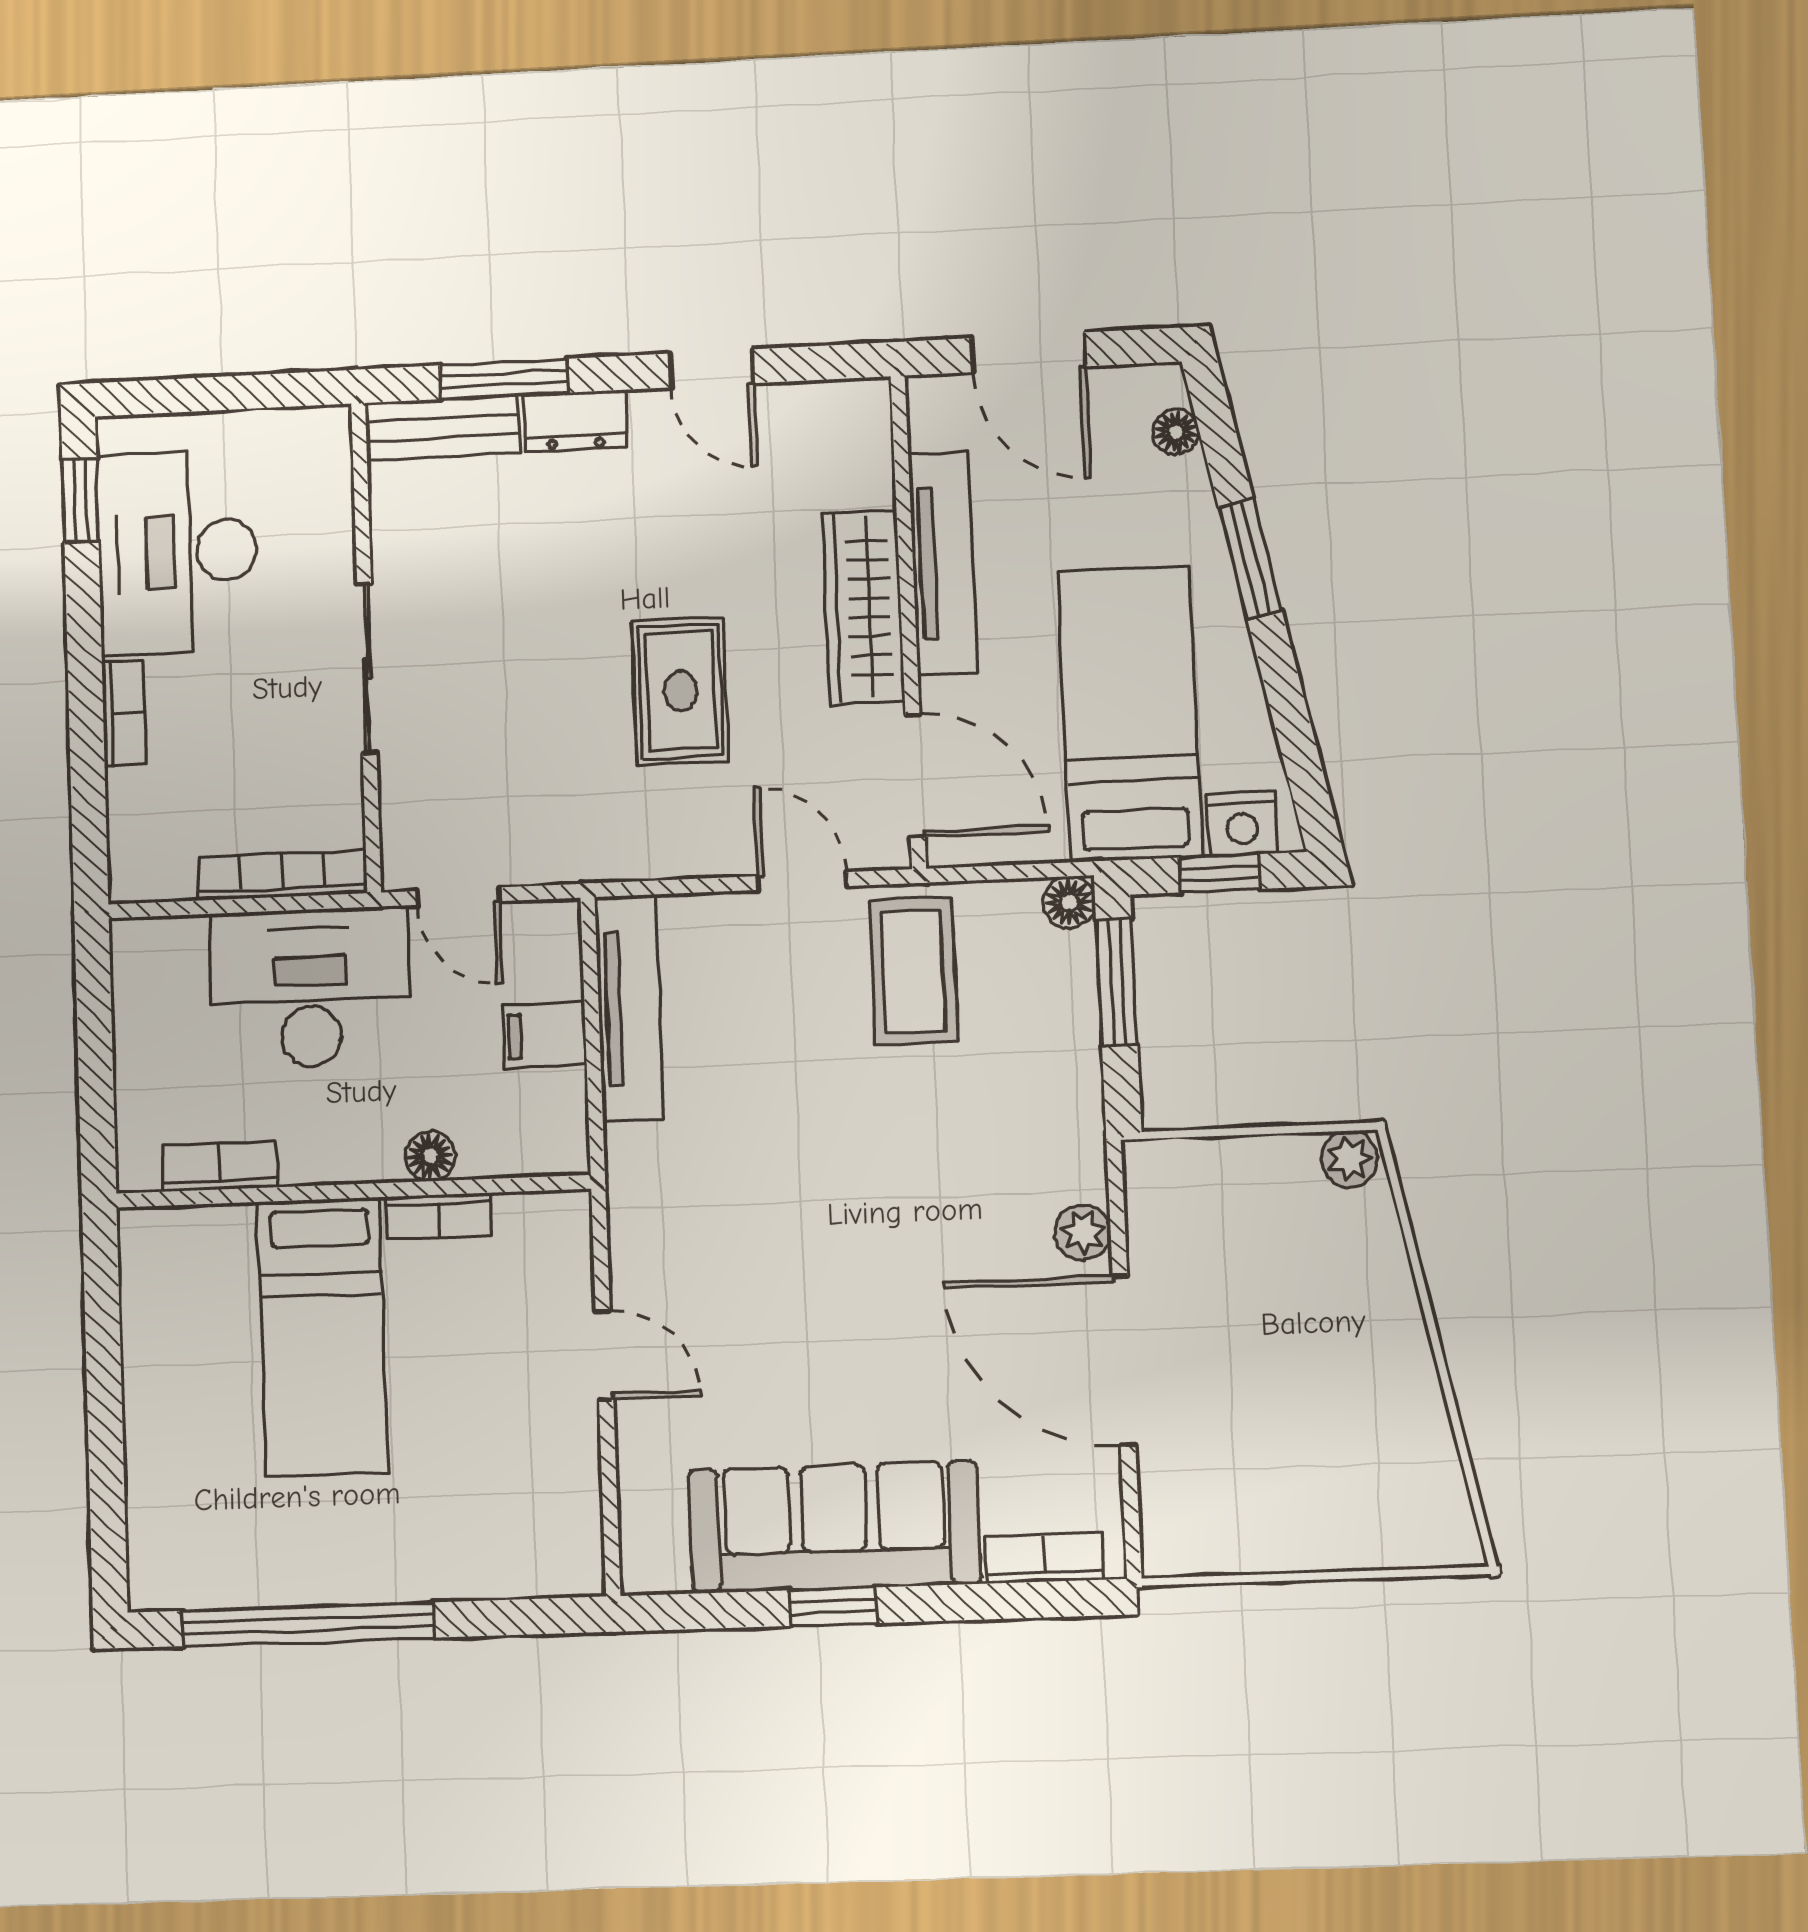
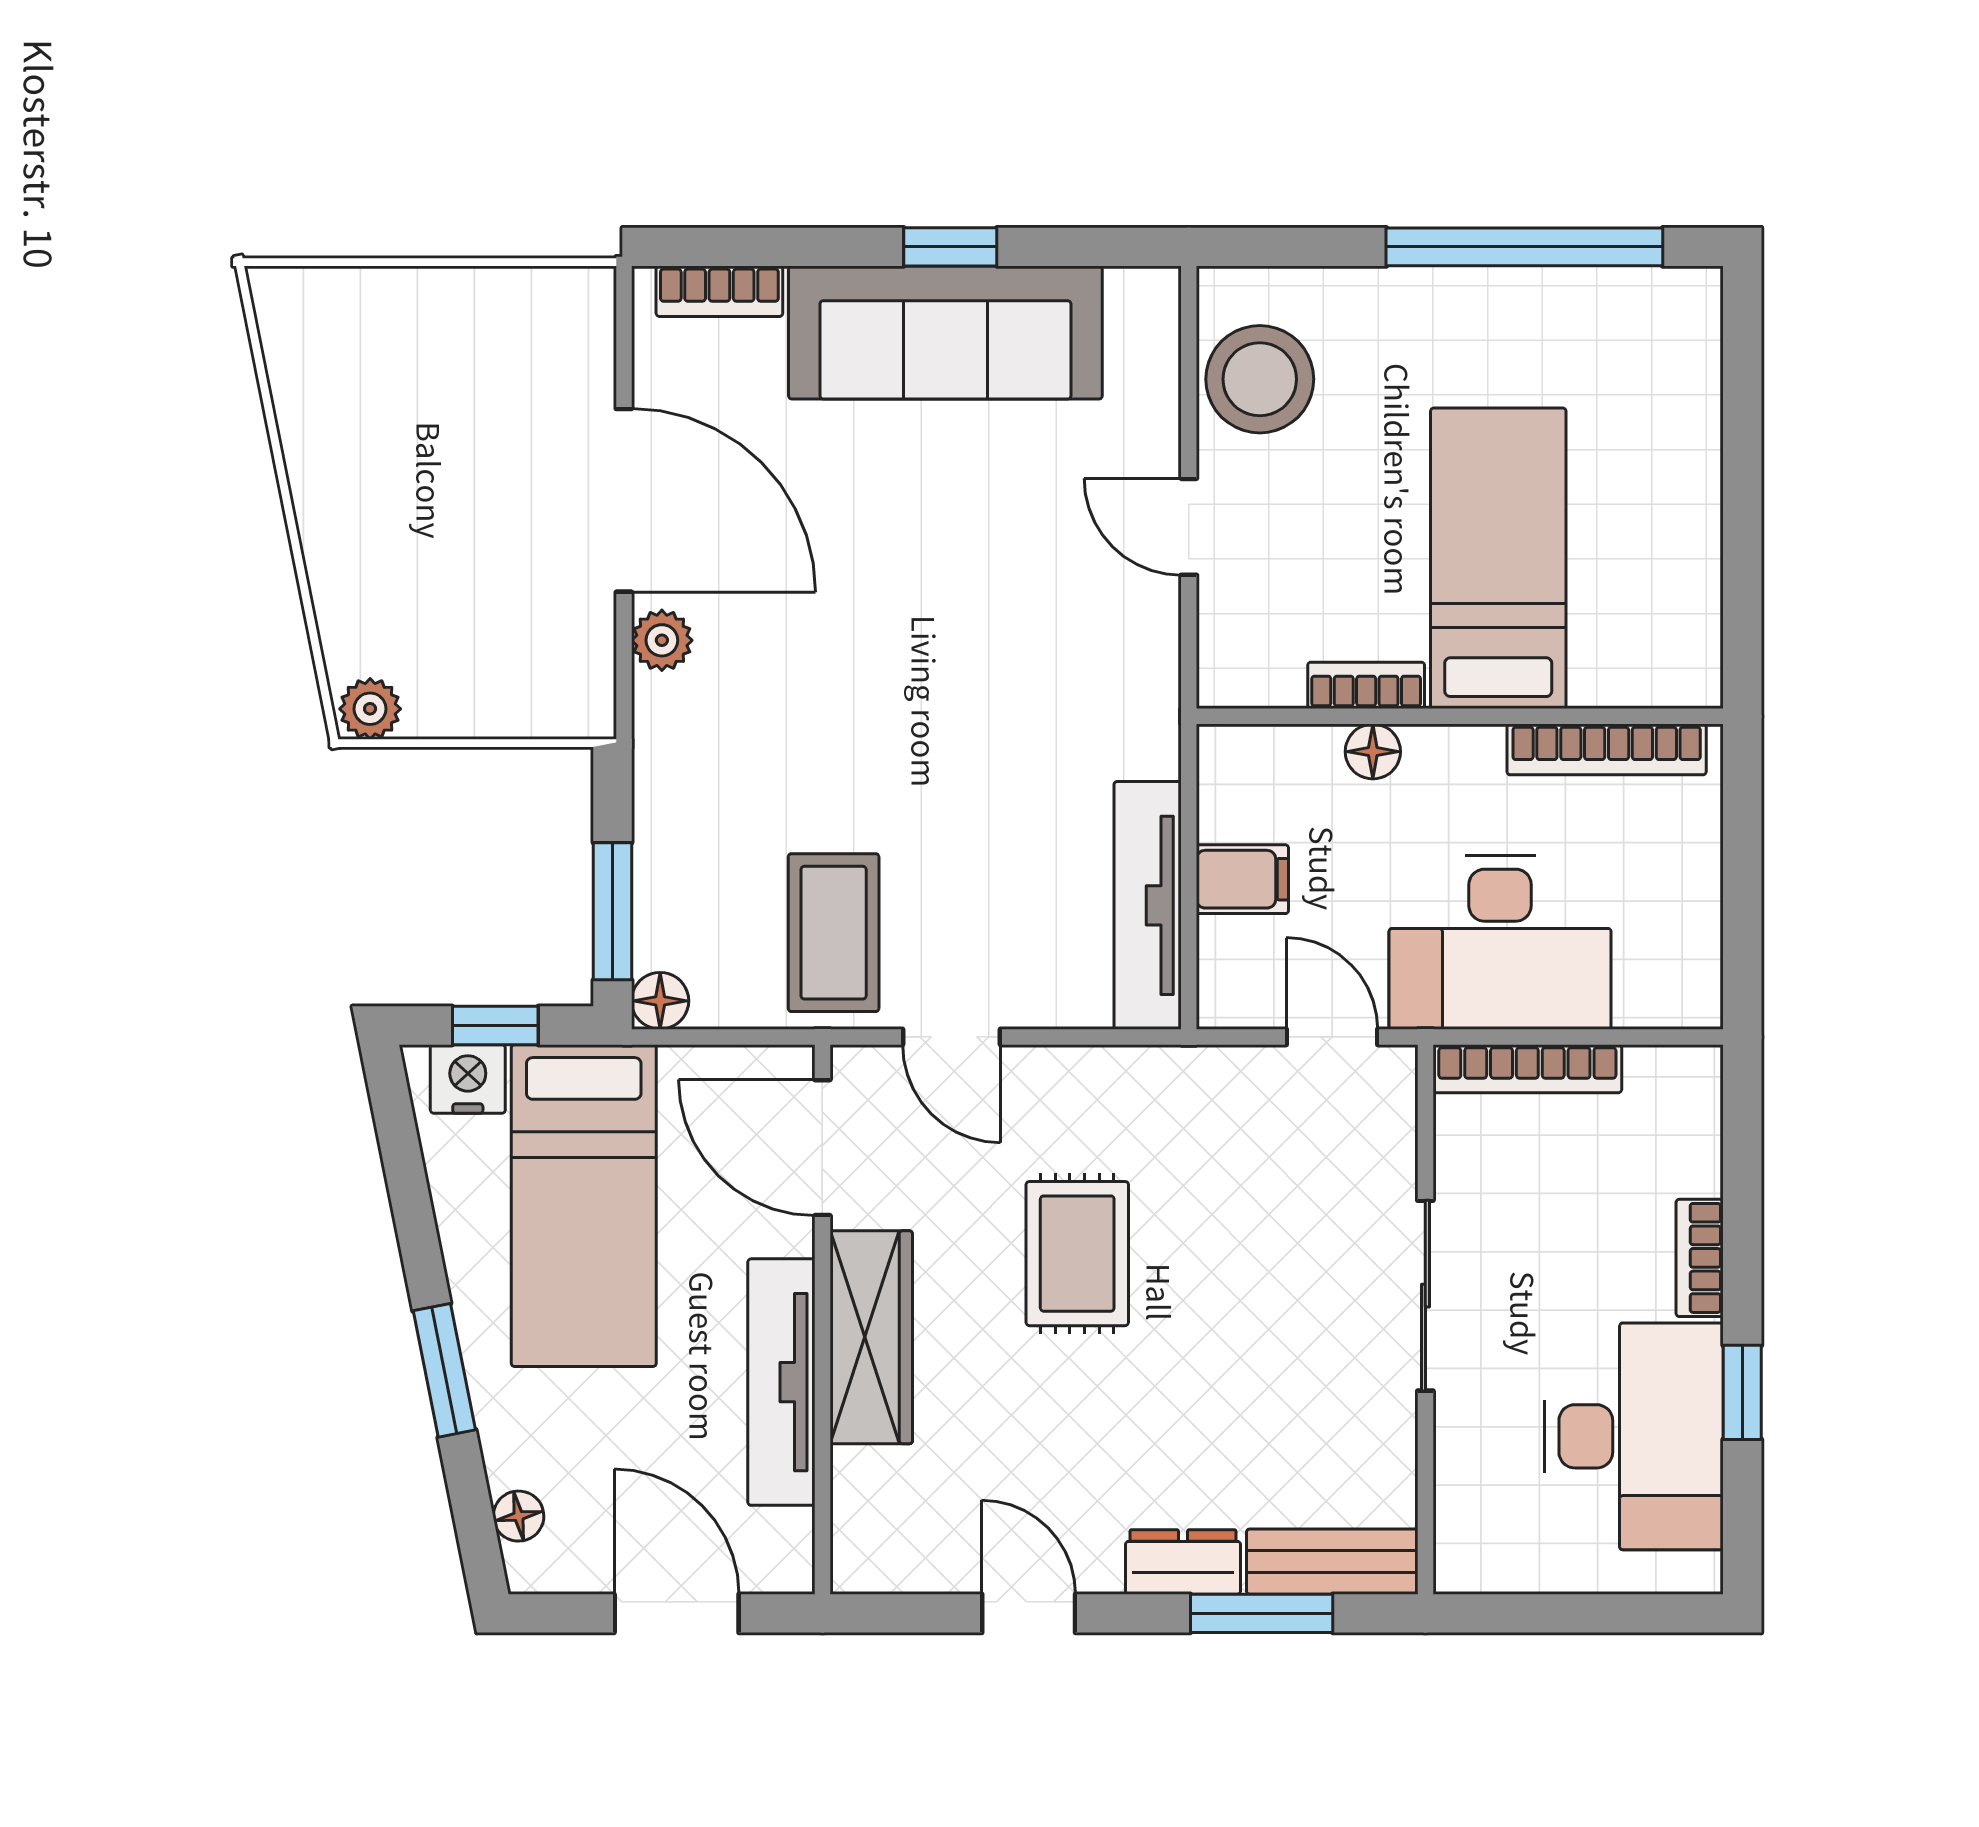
window: (80, 500) -> (1742, 1392), moved
bookcase: (220, 1166) -> (1607, 749), width x1.56
stool: (545, 1494) -> (1260, 379), added

